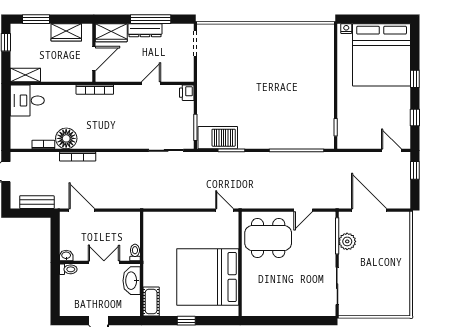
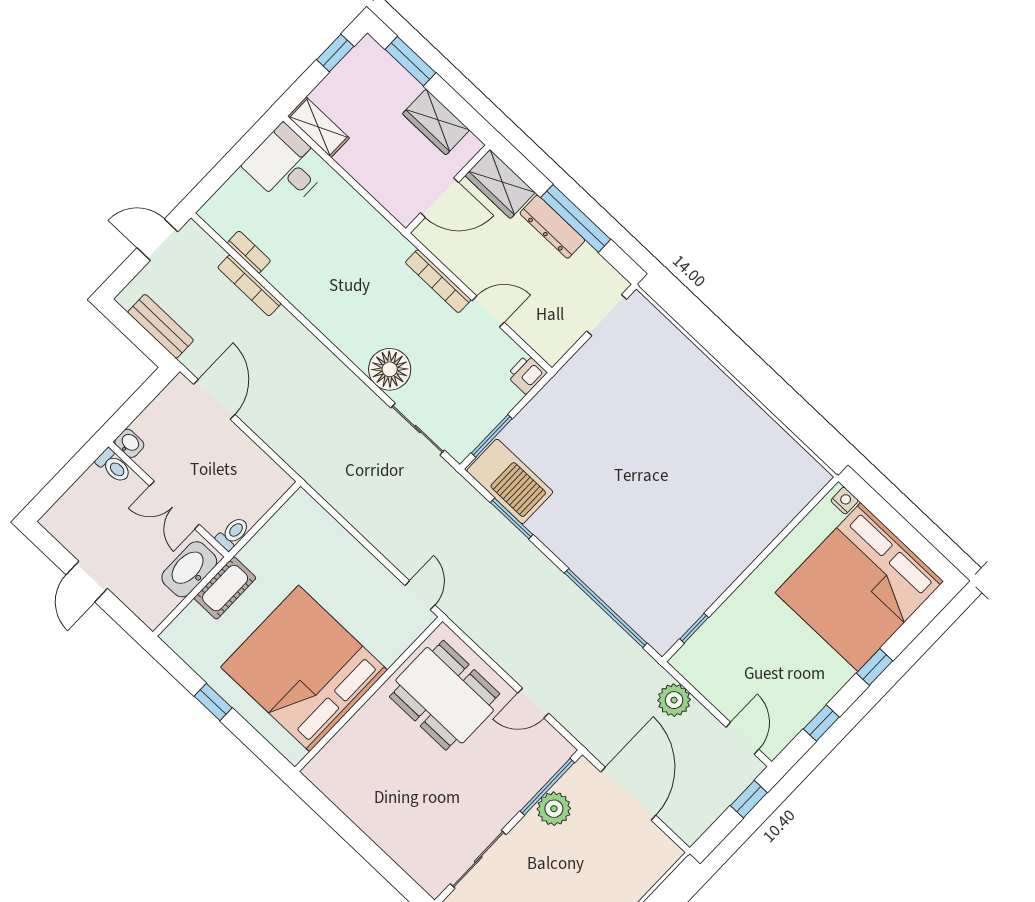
bookcase: (95, 90) -> (438, 281), moved
floor lamp: (66, 138) -> (390, 369), moved
bookcase: (78, 157) -> (249, 285), moved
plant: (353, 160) -> (674, 700), added
double door: (104, 262) -> (174, 505), swing flipped
cot: (151, 302) -> (225, 588), moved

